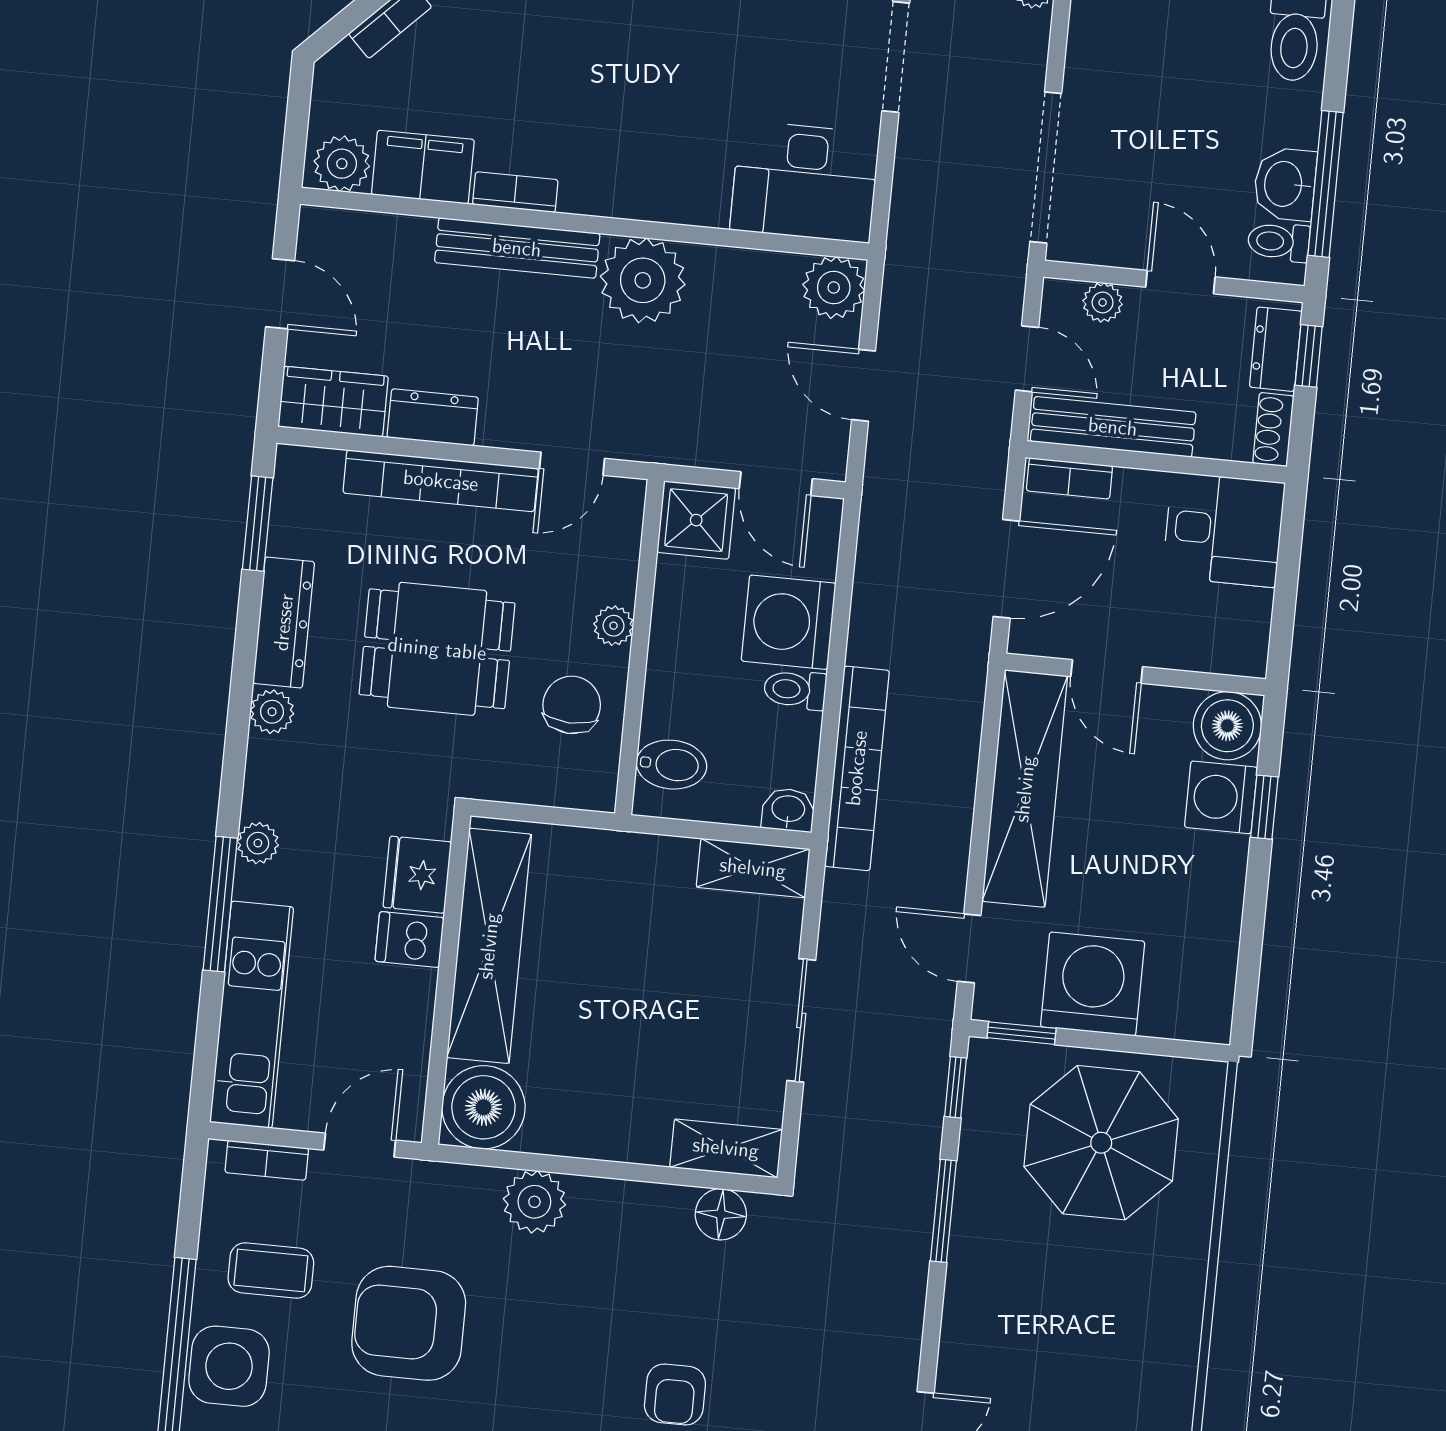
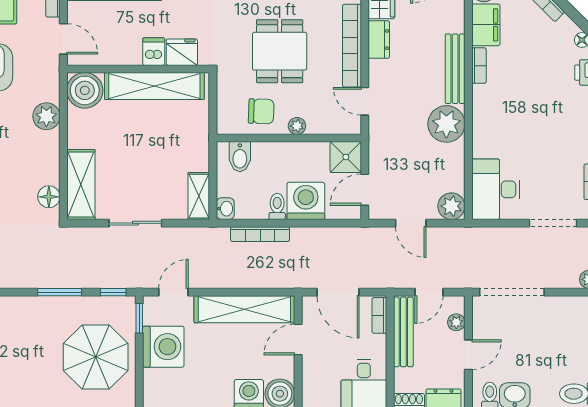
door: (864, 385) -> (411, 223), swing flipped
bookcase: (857, 768) -> (260, 234), width x0.68, depth x0.76
shelving: (726, 1148) -> (81, 185), width x1.50, depth x1.33

